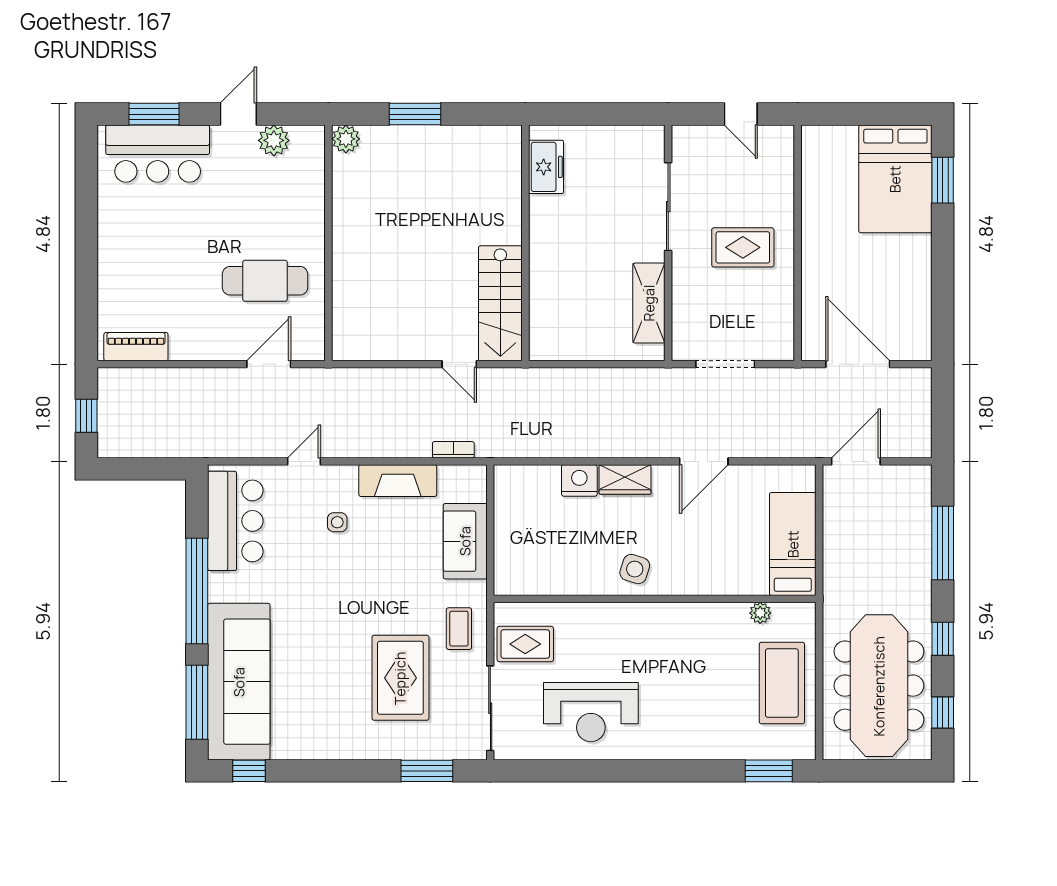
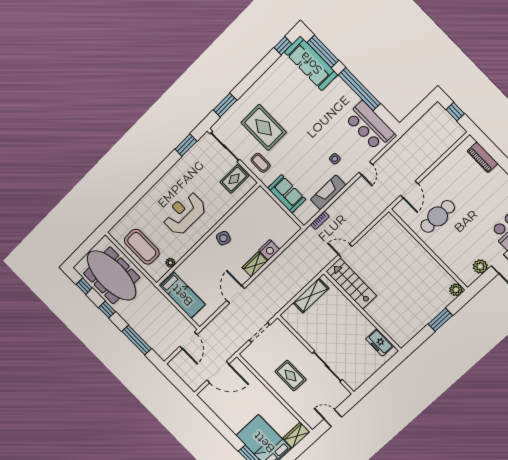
wardrobe: (829, 141) -> (296, 435), added
rug: (743, 247) -> (290, 376), turned 90
shelving: (649, 303) -> (311, 296), moved, turned 90
piano: (136, 347) -> (482, 157), moved, turned 90
sofa: (239, 682) -> (311, 63), width x0.74, depth x0.79
reception desk: (591, 712) -> (184, 213), moved
window: (769, 771) -> (186, 145), moved

